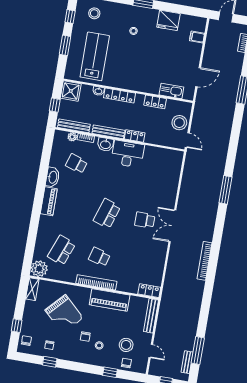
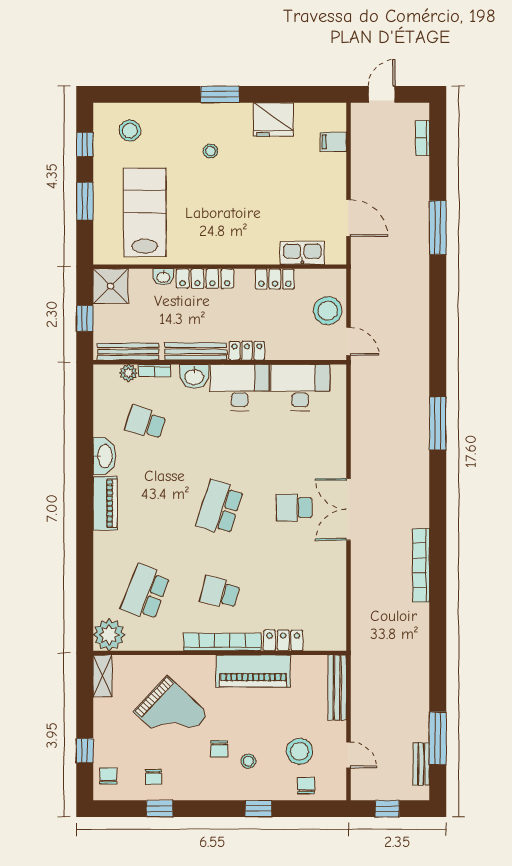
door: (198, 77) -> (348, 218), hinge flipped
desk: (158, 159) -> (300, 387), added
locker: (149, 291) -> (283, 640), moved
window: (110, 372) -> (258, 809), moved

